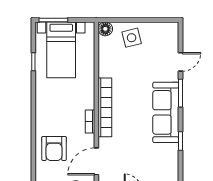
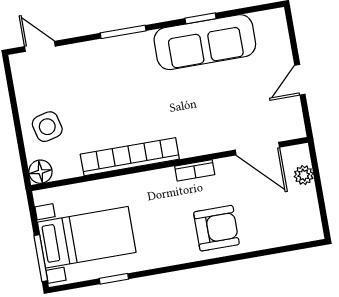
door: (180, 62) -> (40, 46), moved
bookcase: (105, 107) -> (130, 157), moved
sofa: (166, 112) -> (205, 42), moved
armchair: (54, 148) -> (216, 228), moved

